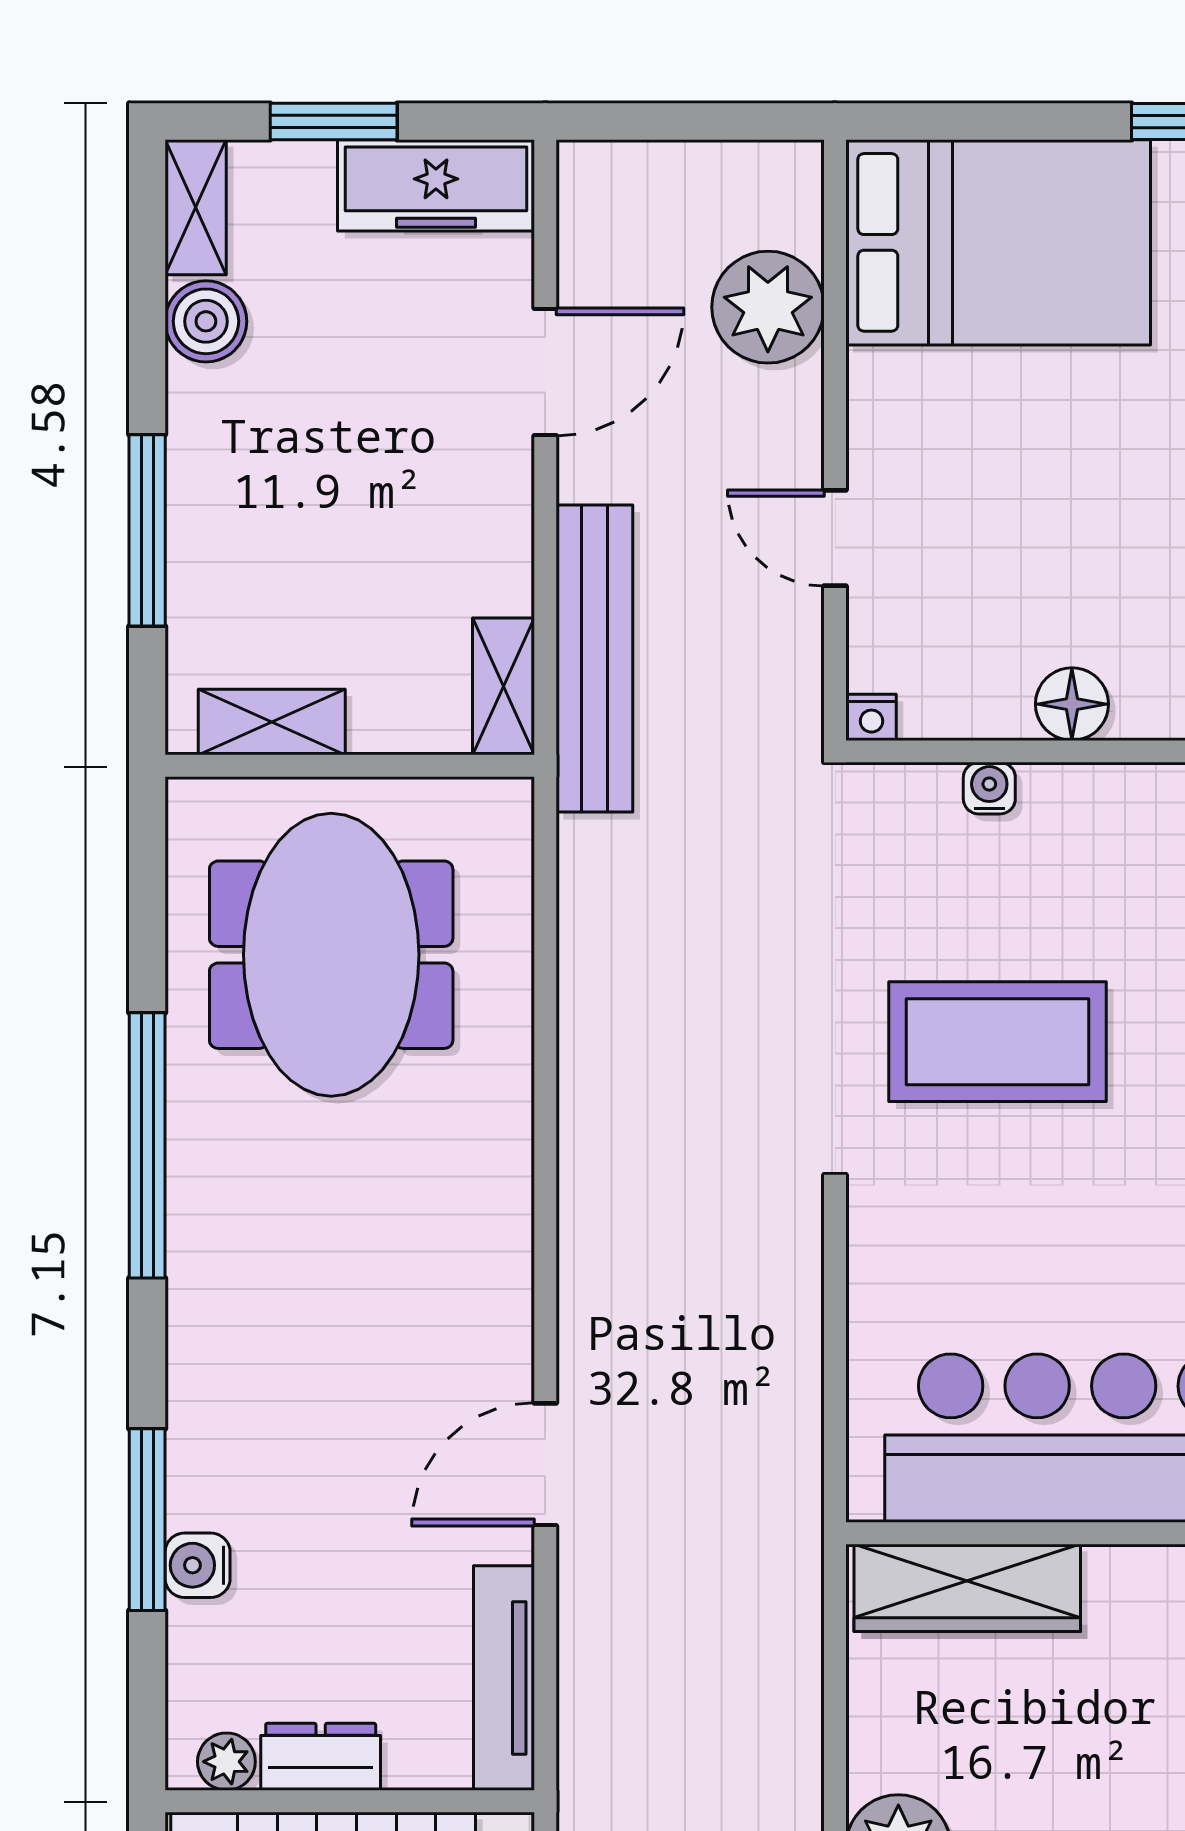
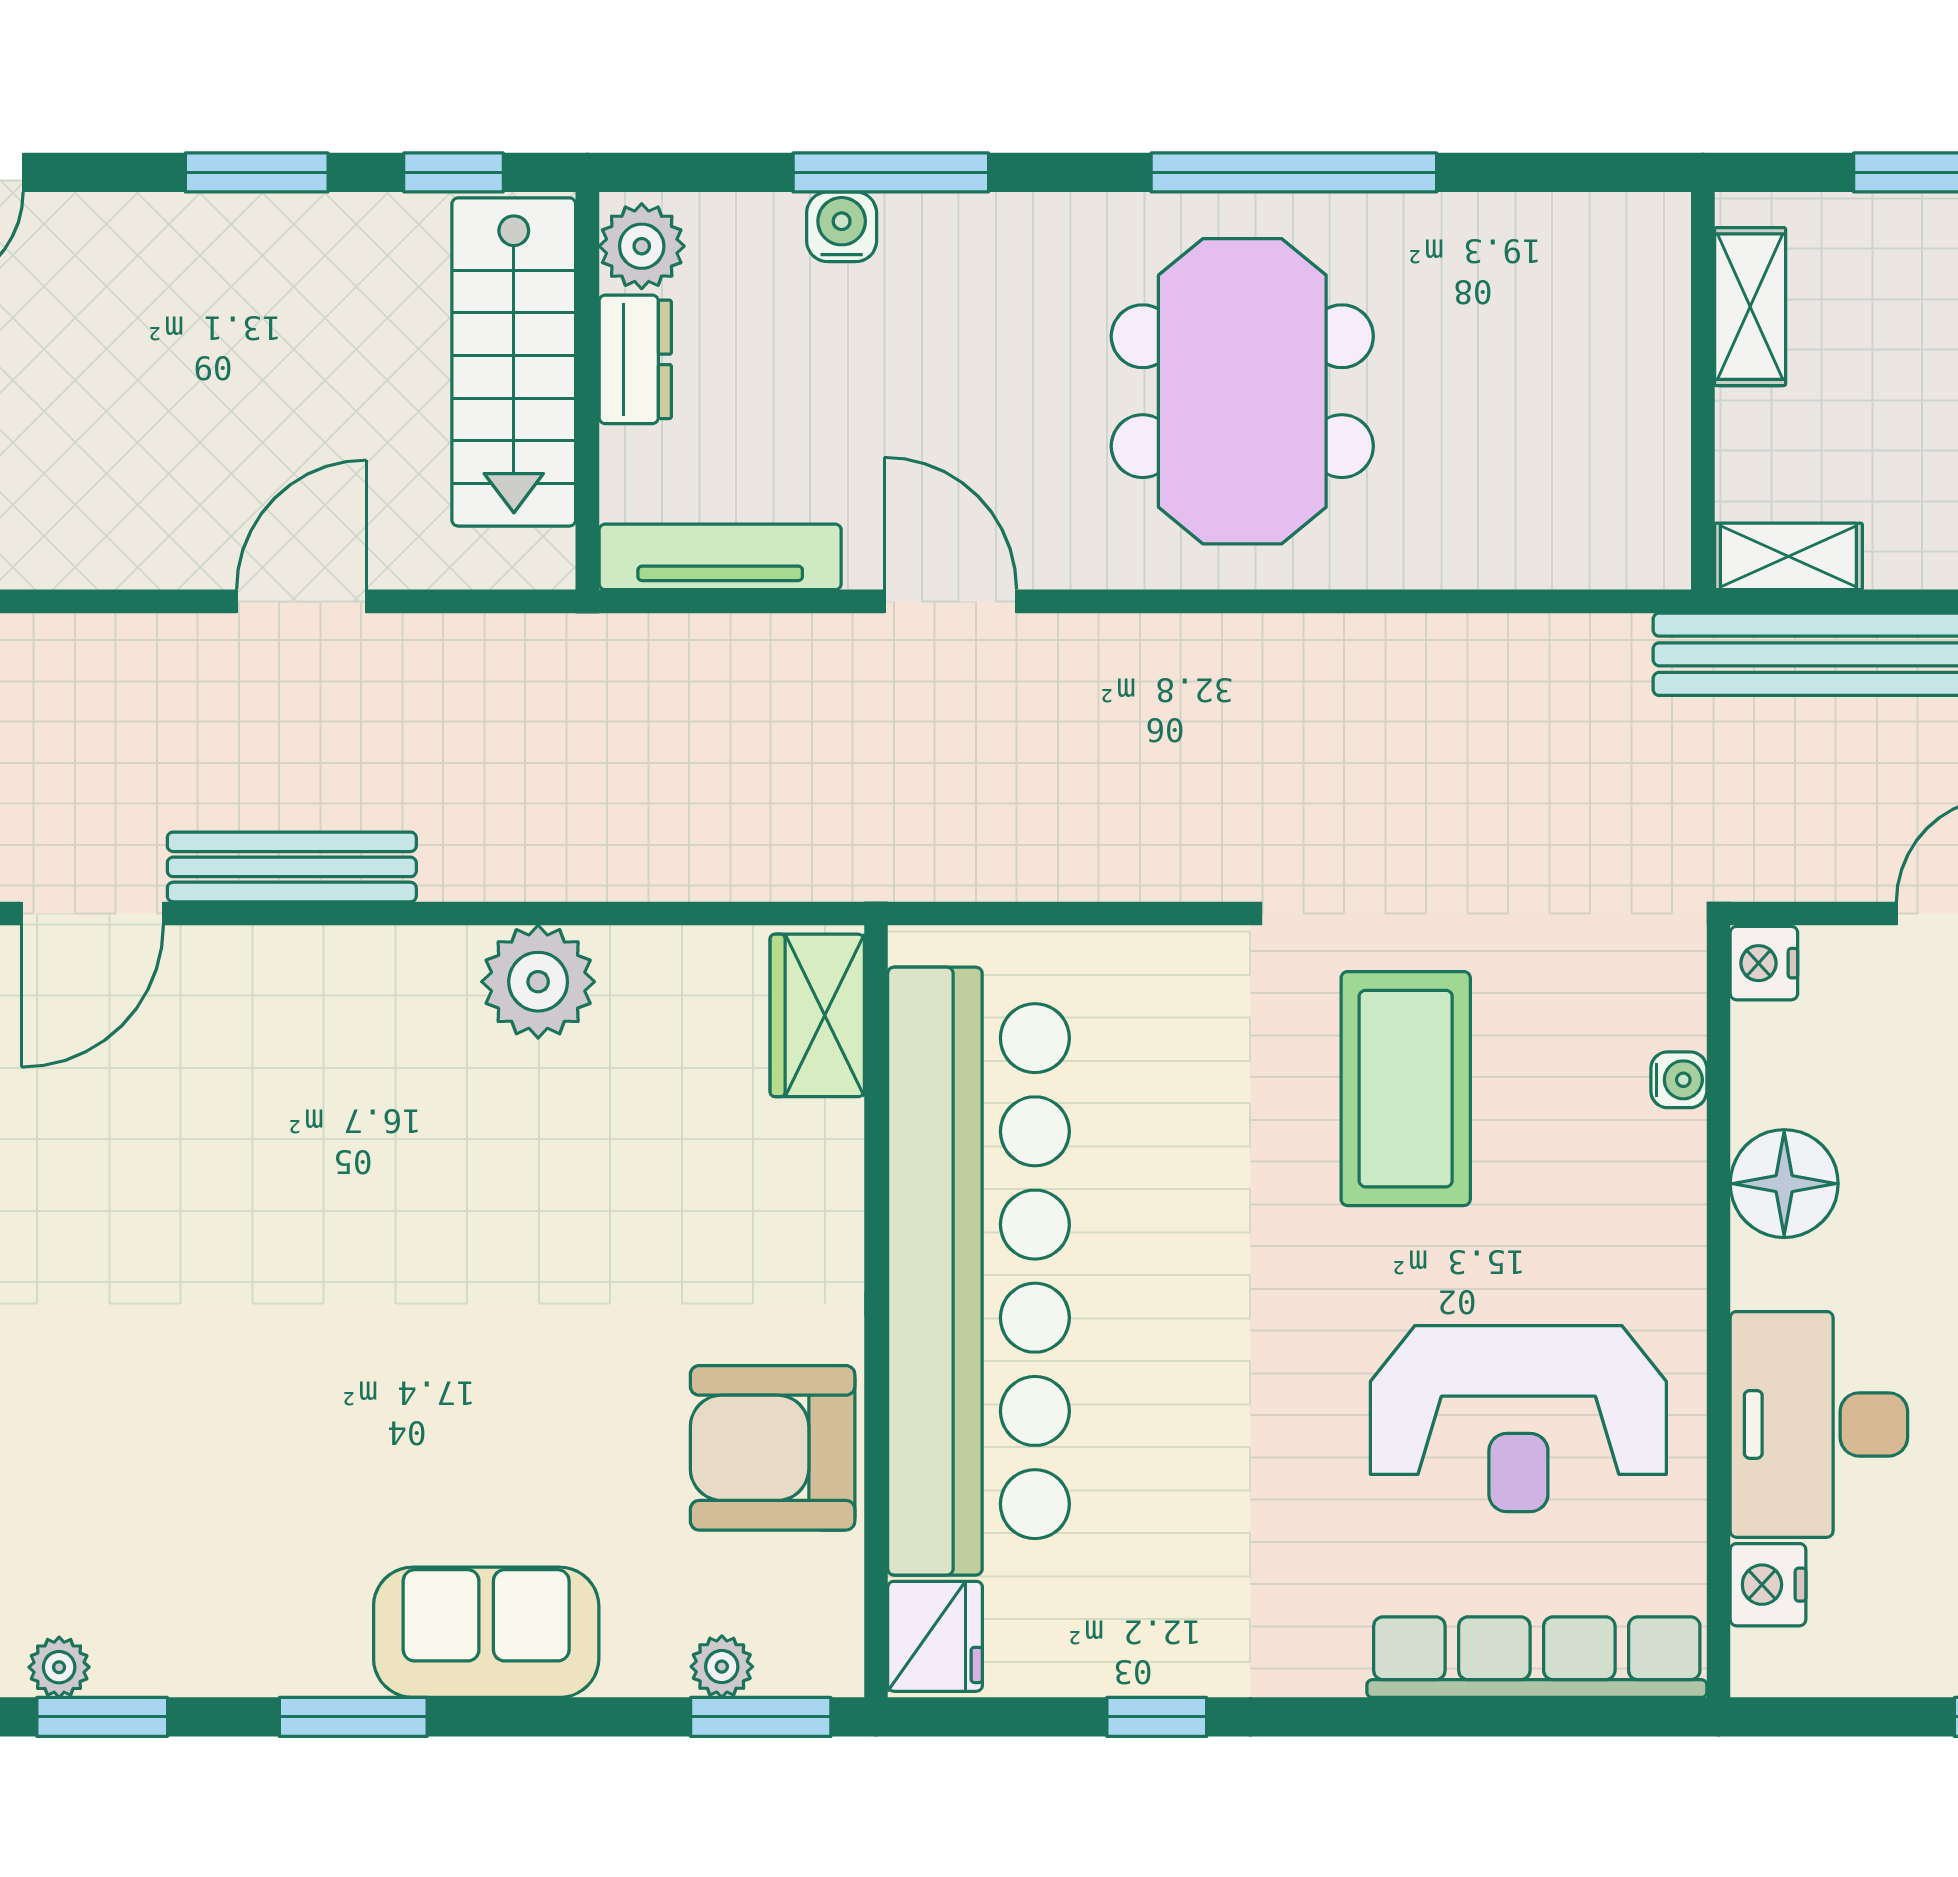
floor lamp: (1072, 704) -> (1784, 1184), width x1.38, depth x1.38
nightstand: (871, 717) -> (1764, 963), width x1.39, depth x1.35
meeting table: (331, 955) -> (1242, 391), moved, turned 90
wardrobe: (967, 1588) -> (817, 1015), width x0.67
plant: (226, 1762) -> (642, 246), width x1.38, depth x1.38

